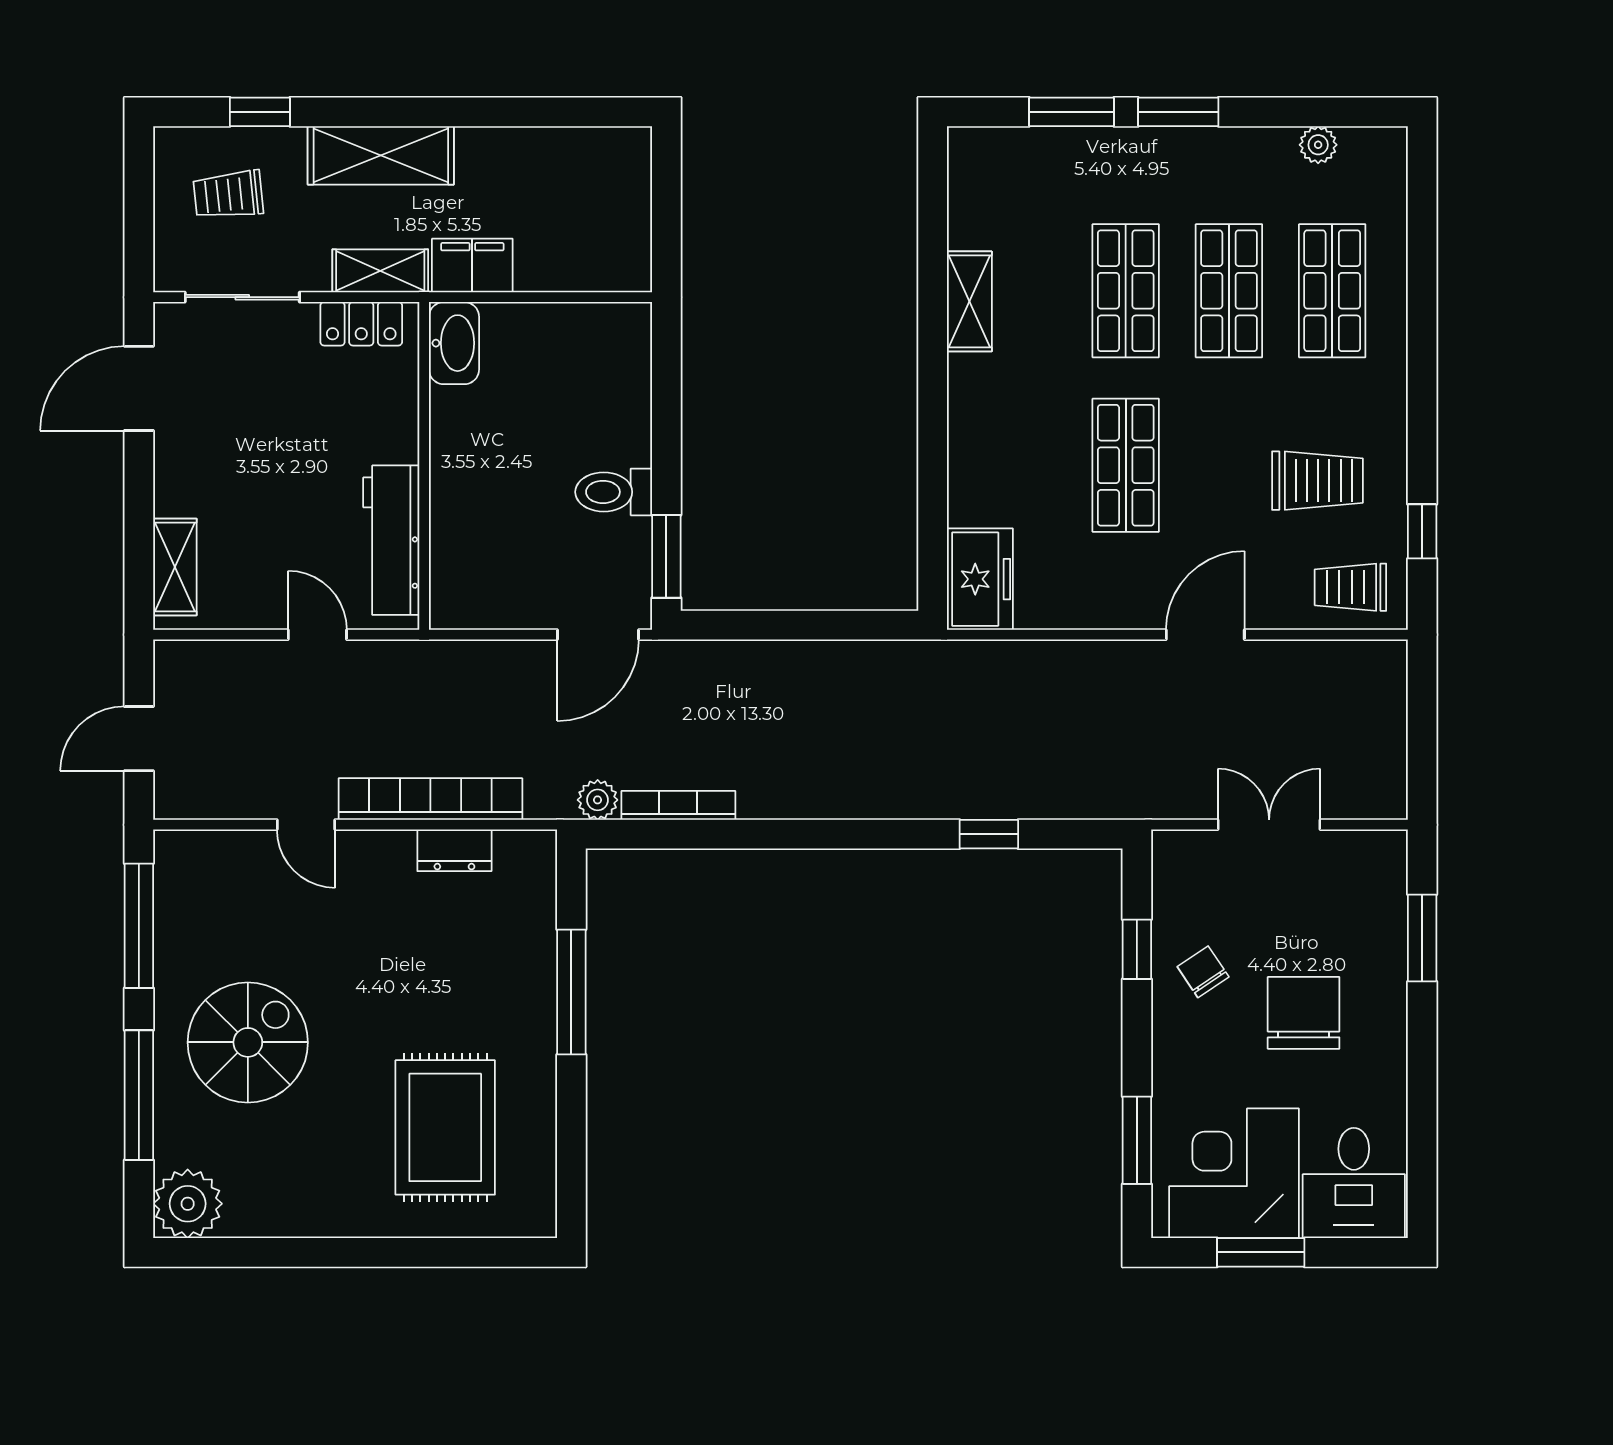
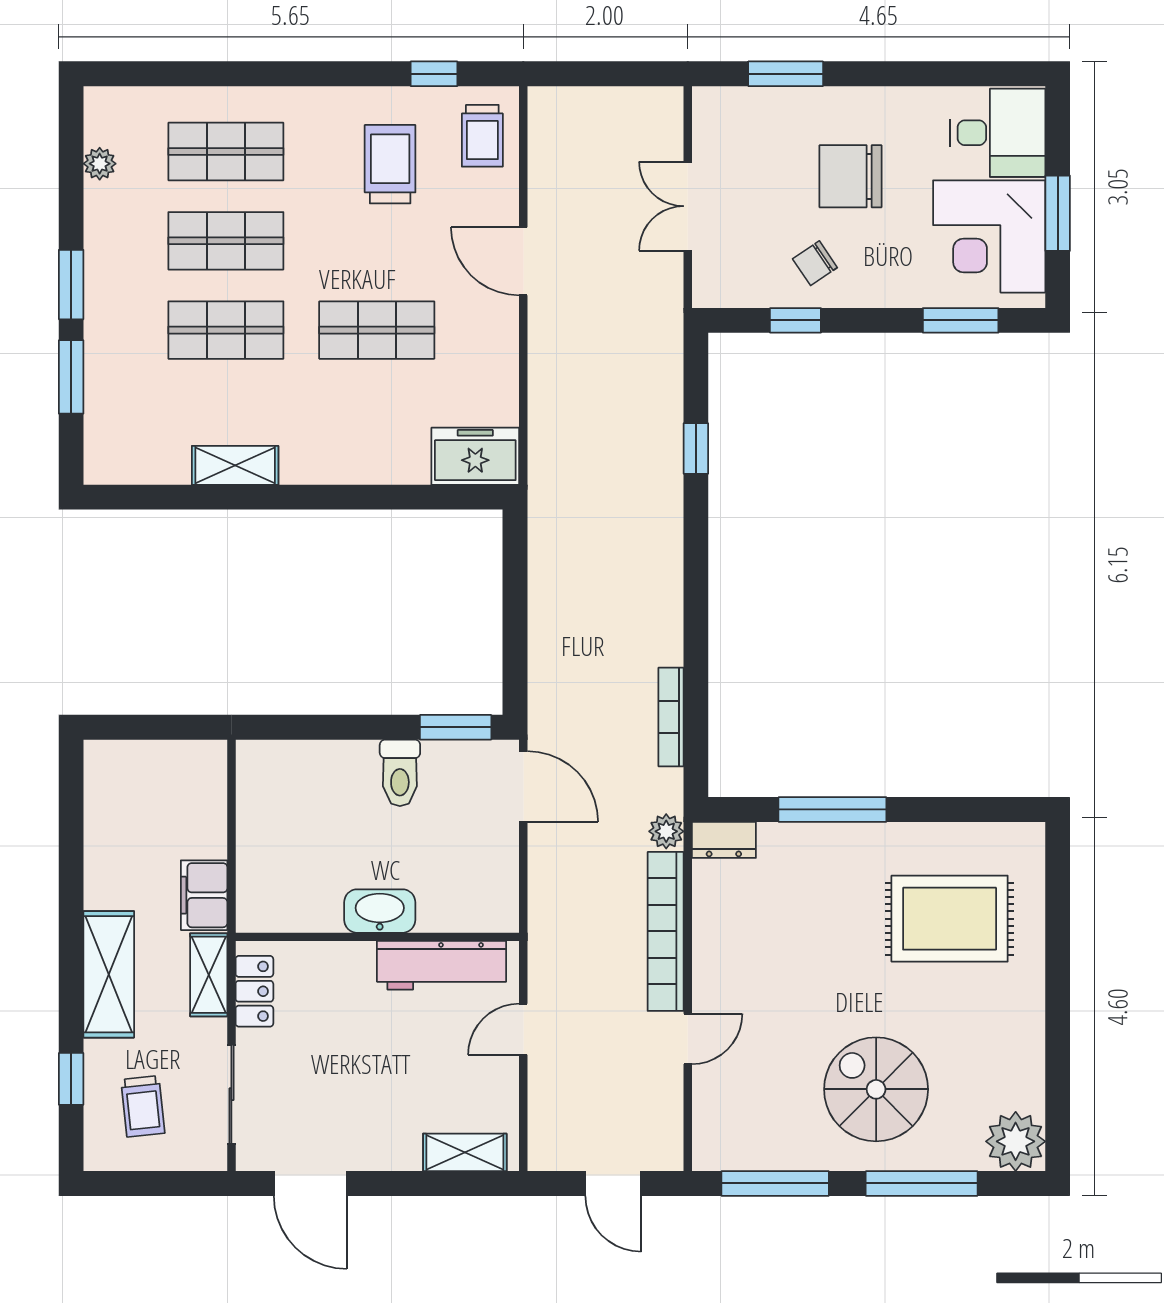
washbasin: (454, 343) -> (380, 911), moved
plant: (598, 800) -> (666, 831), moved
dresser: (454, 850) -> (724, 840), moved, turned 90

